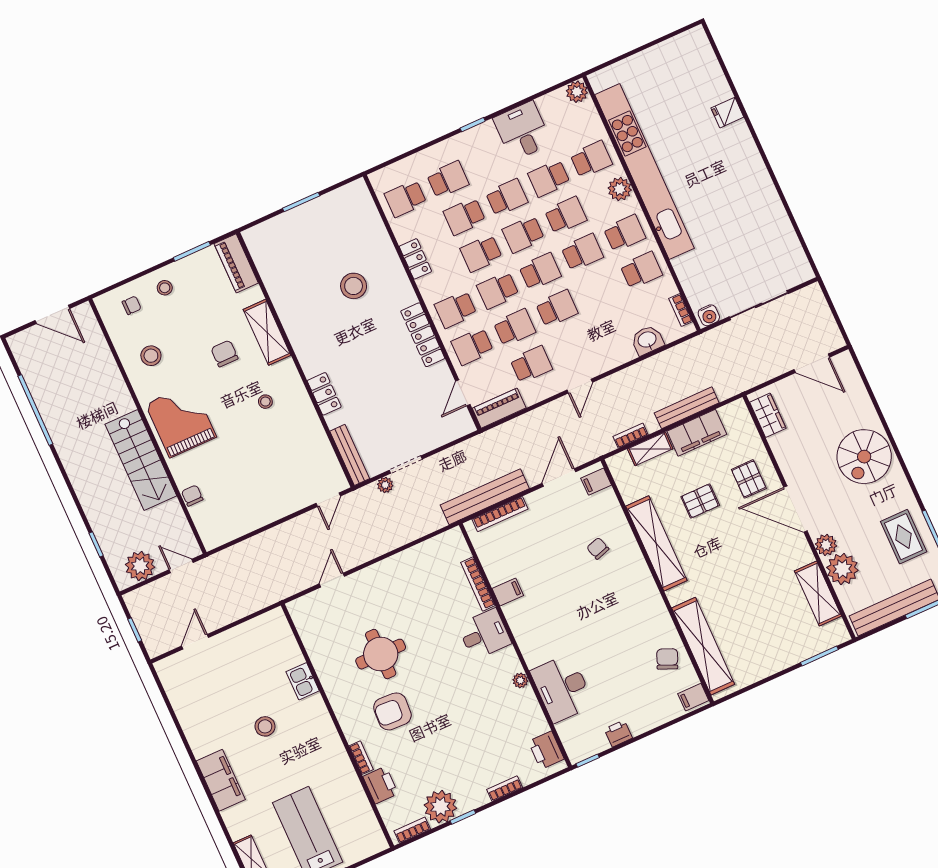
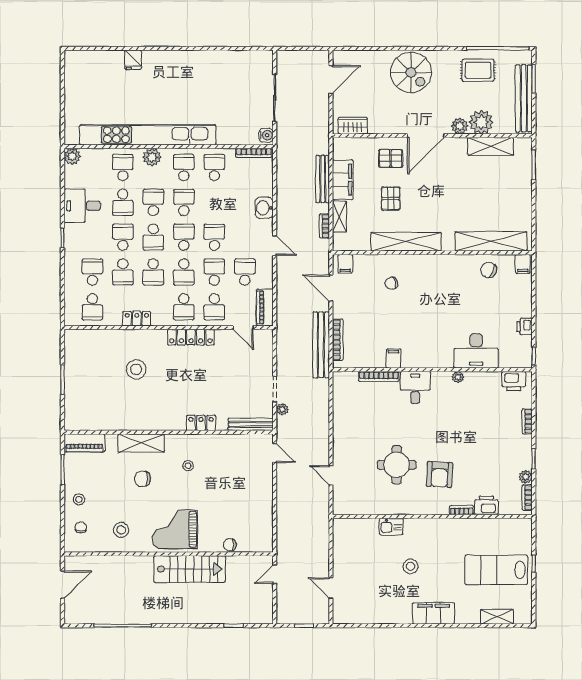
bookcase: (681, 310) -> (254, 153), width x1.56
washbasin: (647, 340) -> (264, 208), moved
plant: (140, 566) -> (262, 602), removed
plant: (440, 807) -> (526, 477), width x0.53, depth x0.53

